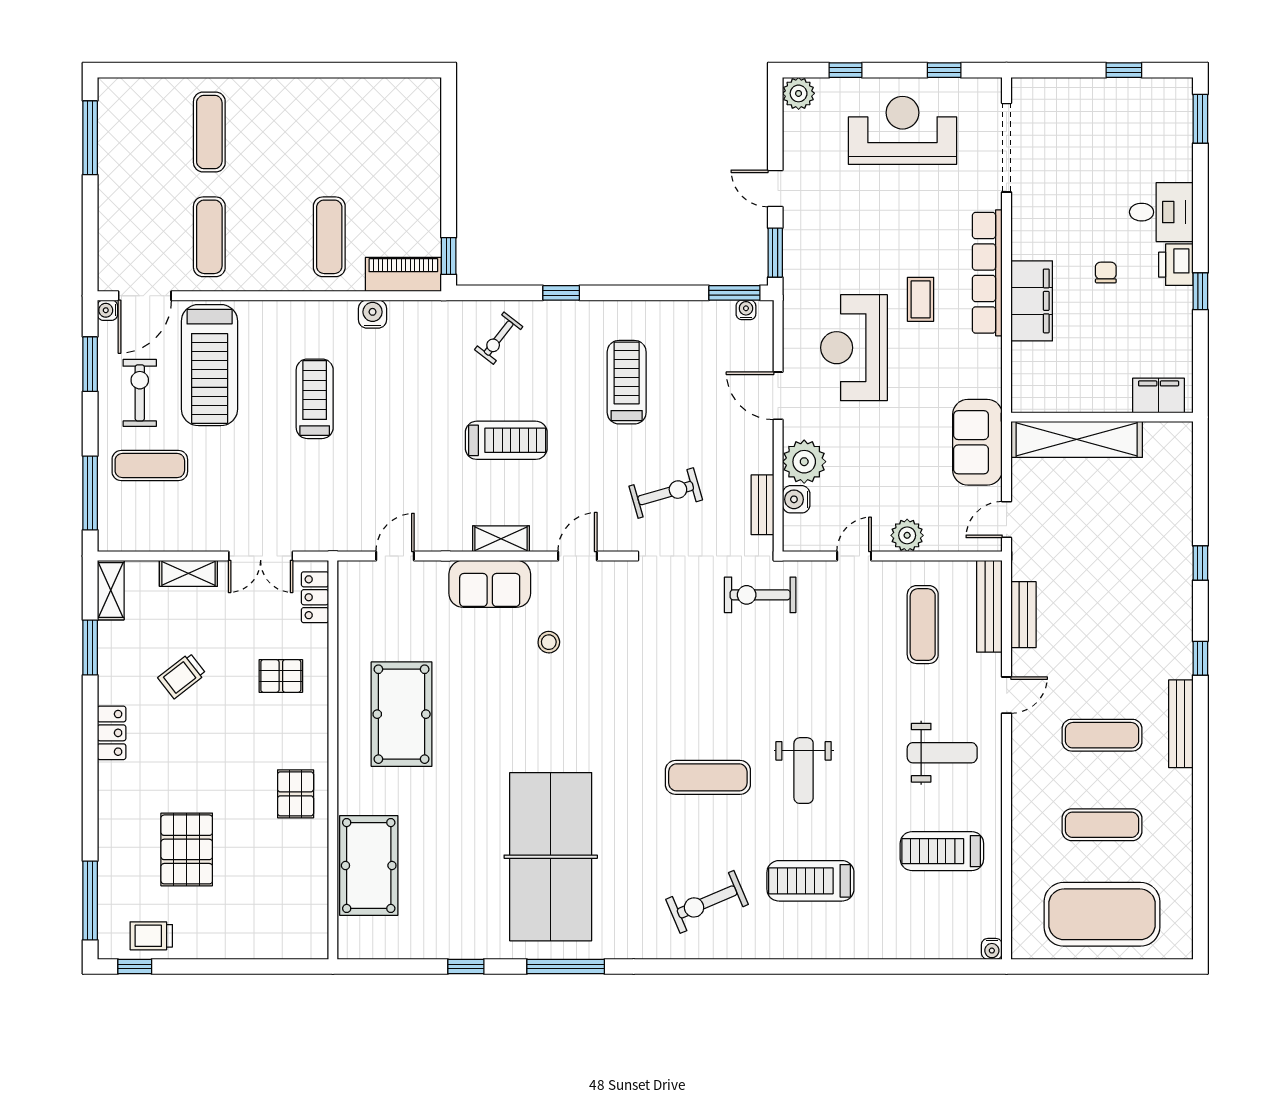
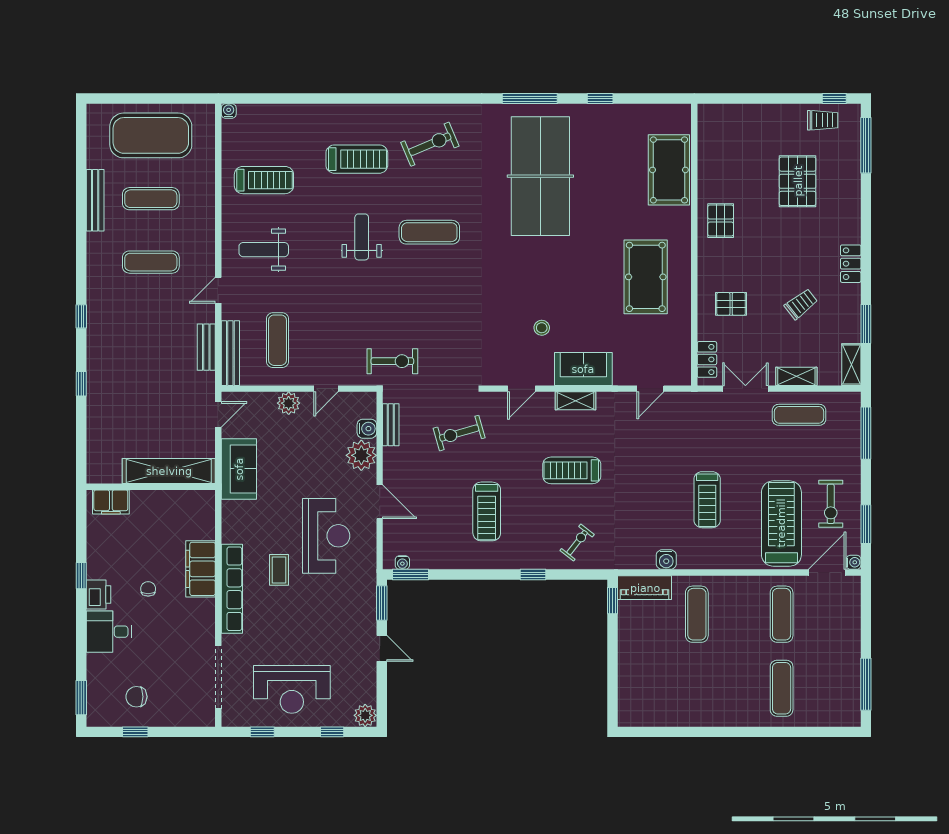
chair: (1122, 120) -> (136, 697), added
chair: (1106, 273) -> (148, 589), turned 180
exercise mat: (150, 466) -> (799, 415), moved
bench: (1181, 724) -> (95, 200), moved

